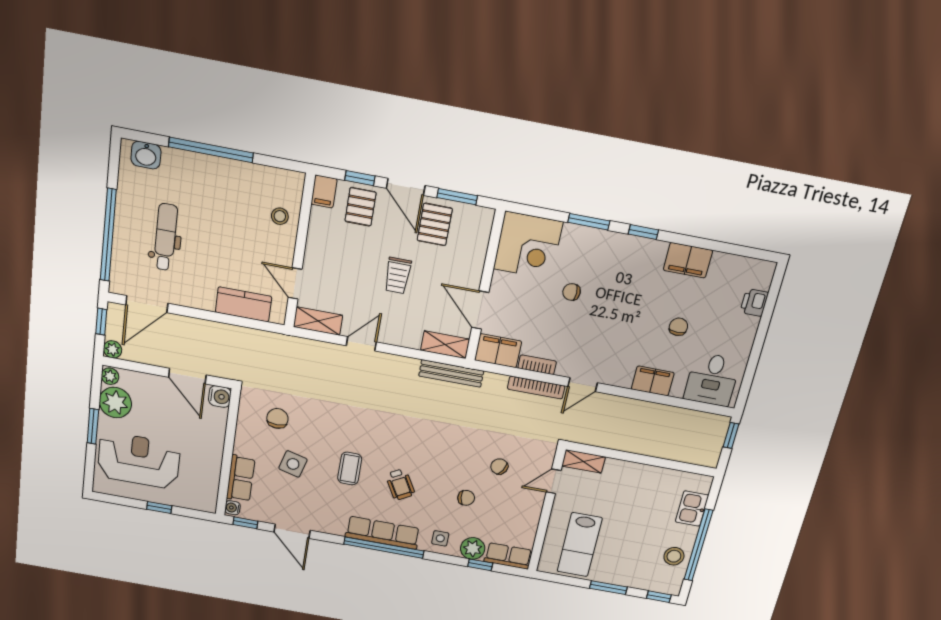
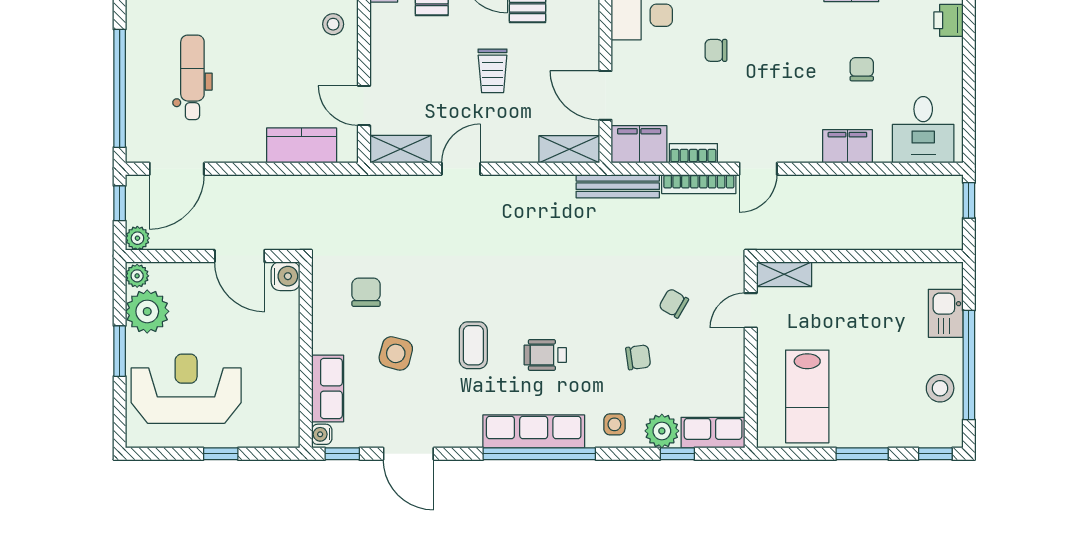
bench: (451, 373) -> (618, 186), moved
wheelchair: (400, 484) -> (545, 355), turned 119

